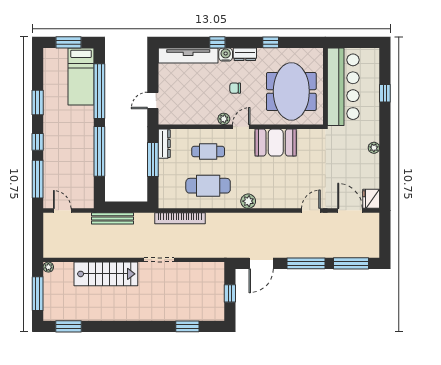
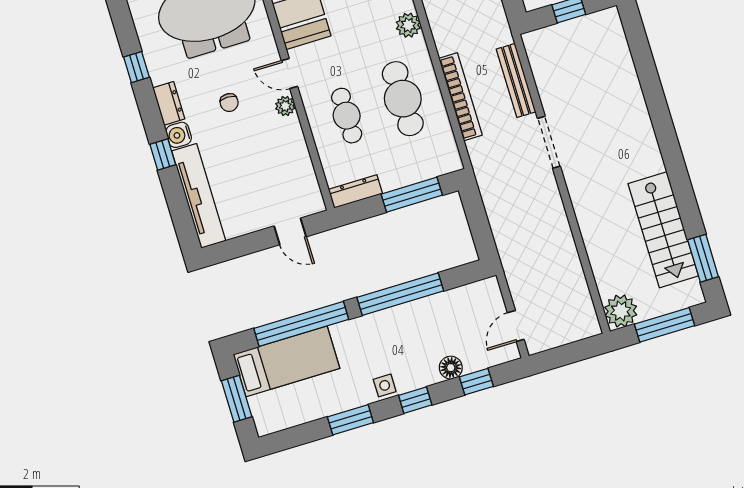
side table: (51, 127) -> (385, 385), added
window: (153, 159) -> (412, 195), moved
floor lamp: (50, 167) -> (451, 368), added
window: (38, 179) -> (476, 382), width x0.46
bench: (113, 218) -> (516, 80), moved
bookcase: (180, 218) -> (460, 97), moved
plant: (48, 267) -> (621, 311), width x1.88, depth x1.88
stairs: (106, 274) -> (663, 230), moved, turned 180
window: (187, 326) -> (644, 63), removed

